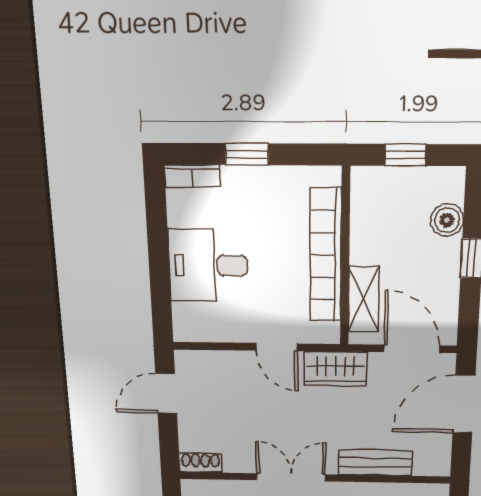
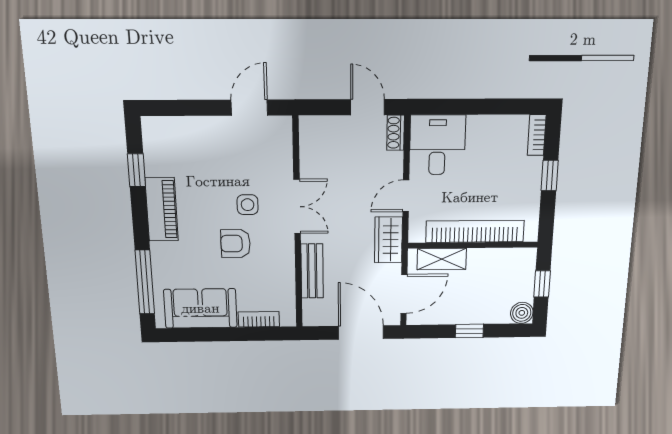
boiler: (447, 220) -> (522, 313), moved
desk: (208, 265) -> (437, 145), moved
shoe rack: (201, 463) -> (396, 133), moved, turned 180

